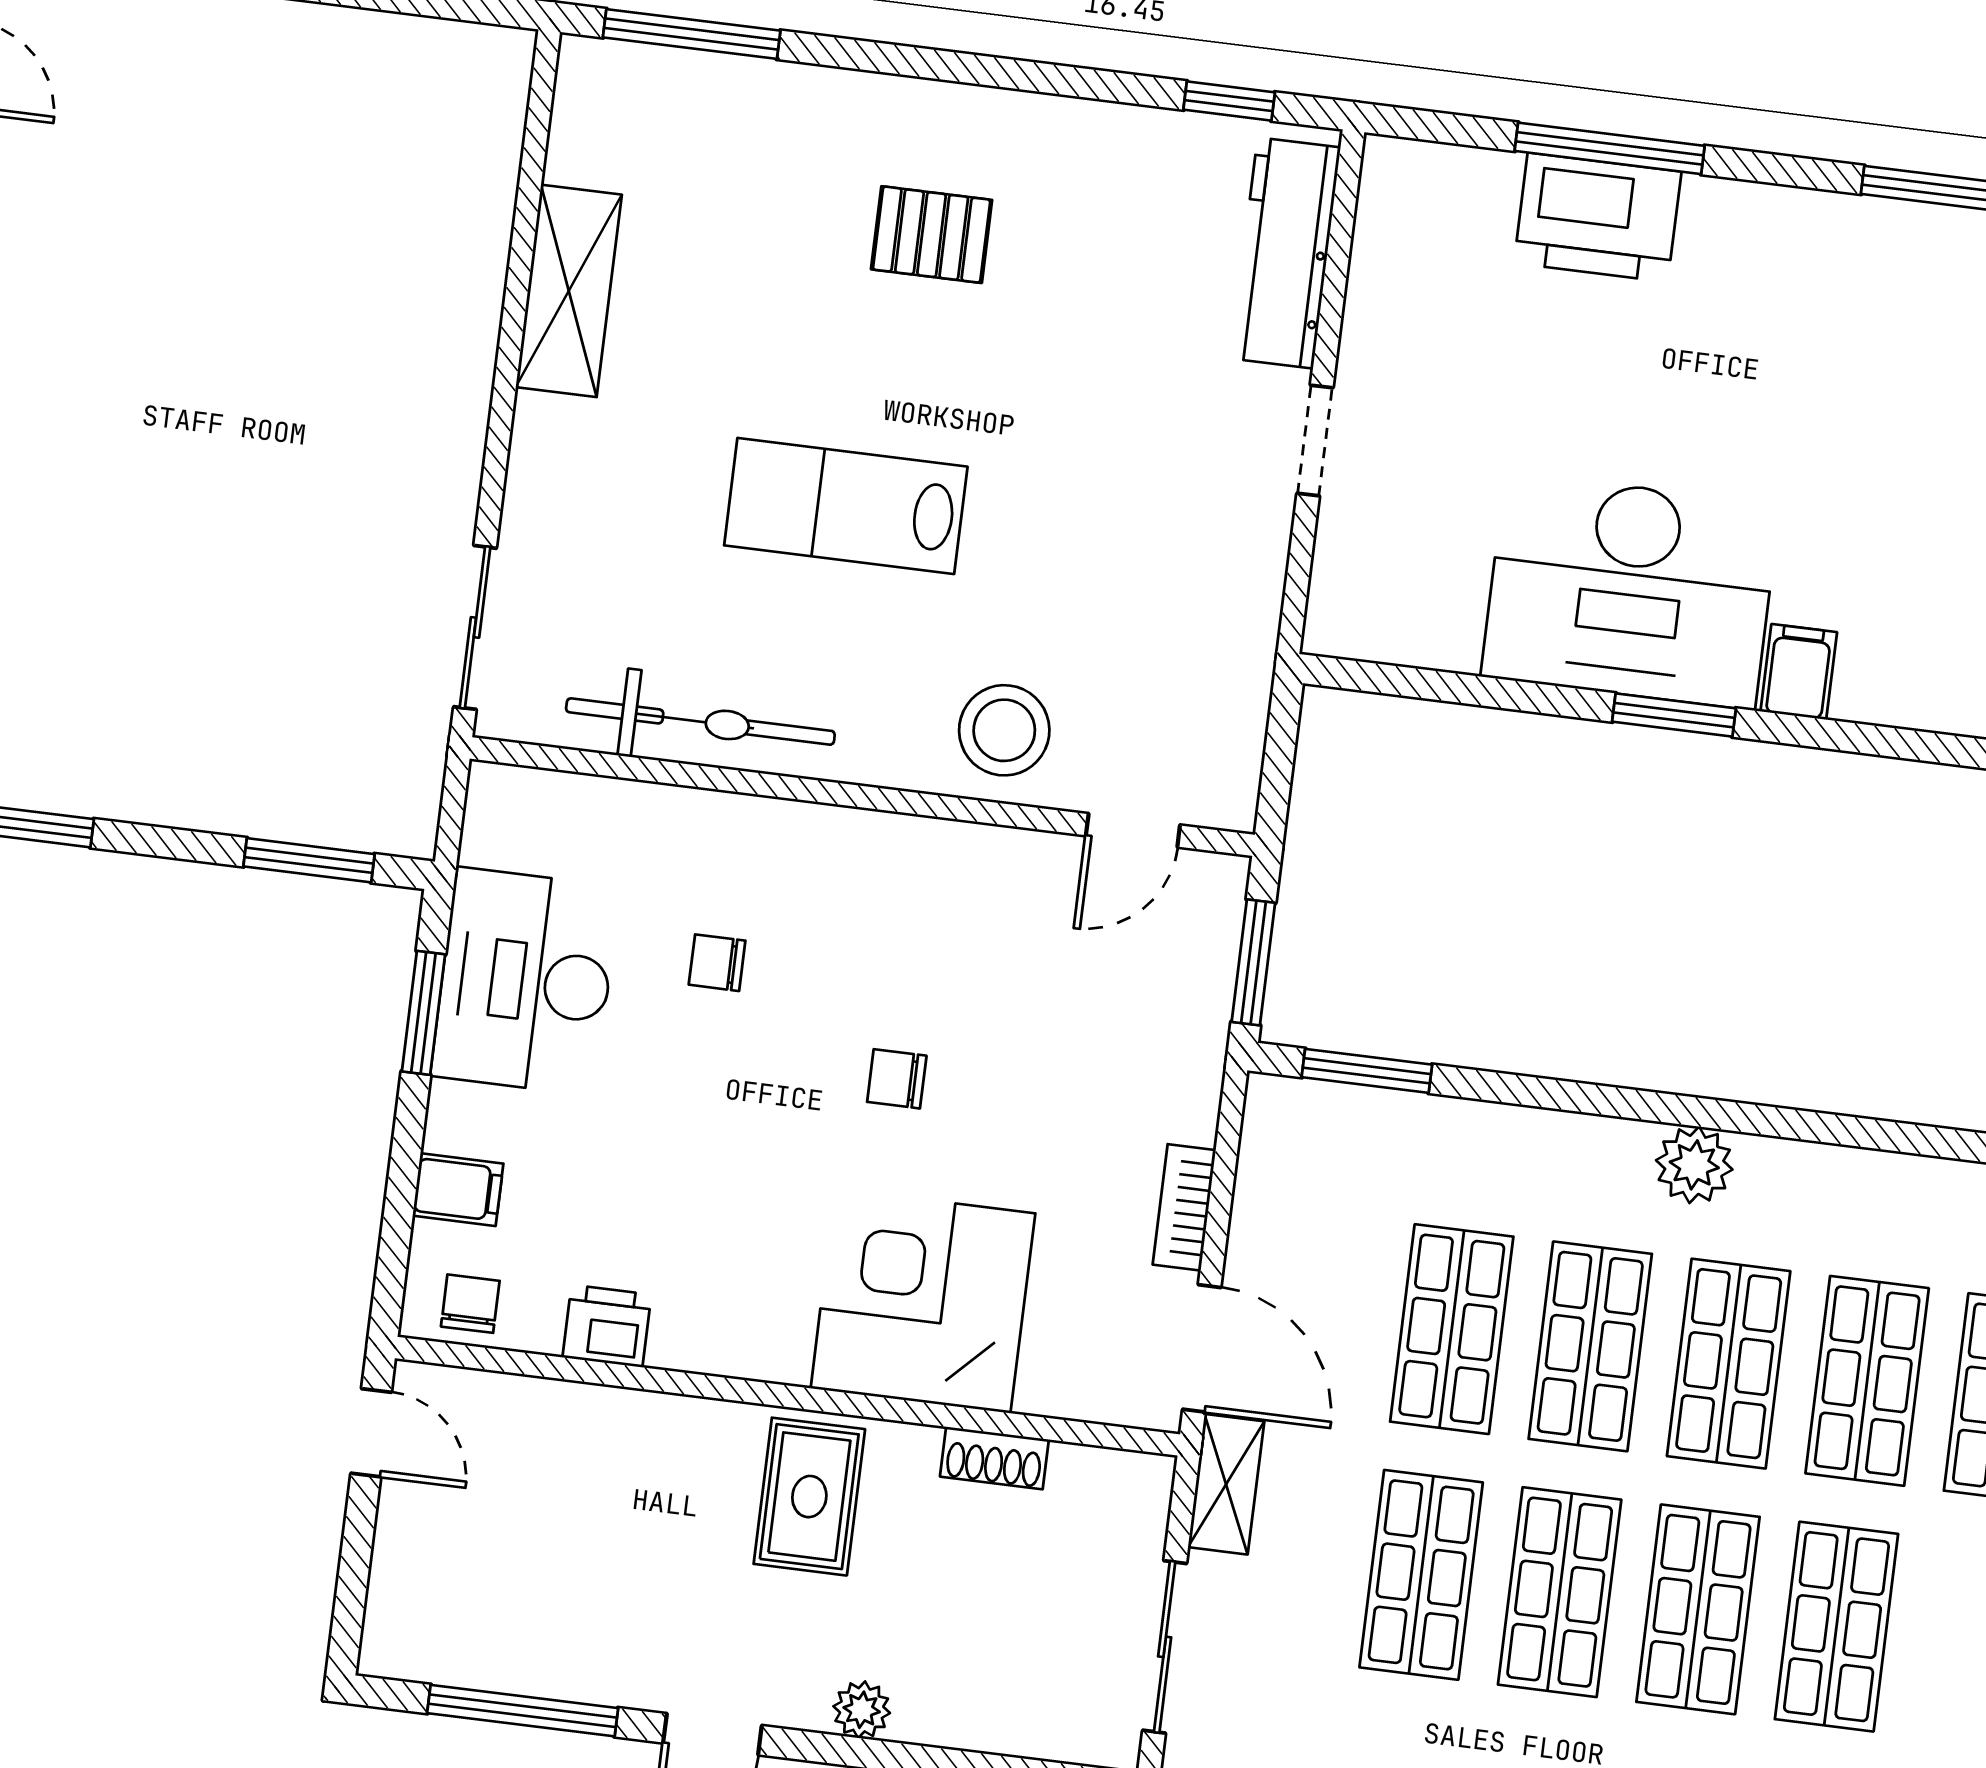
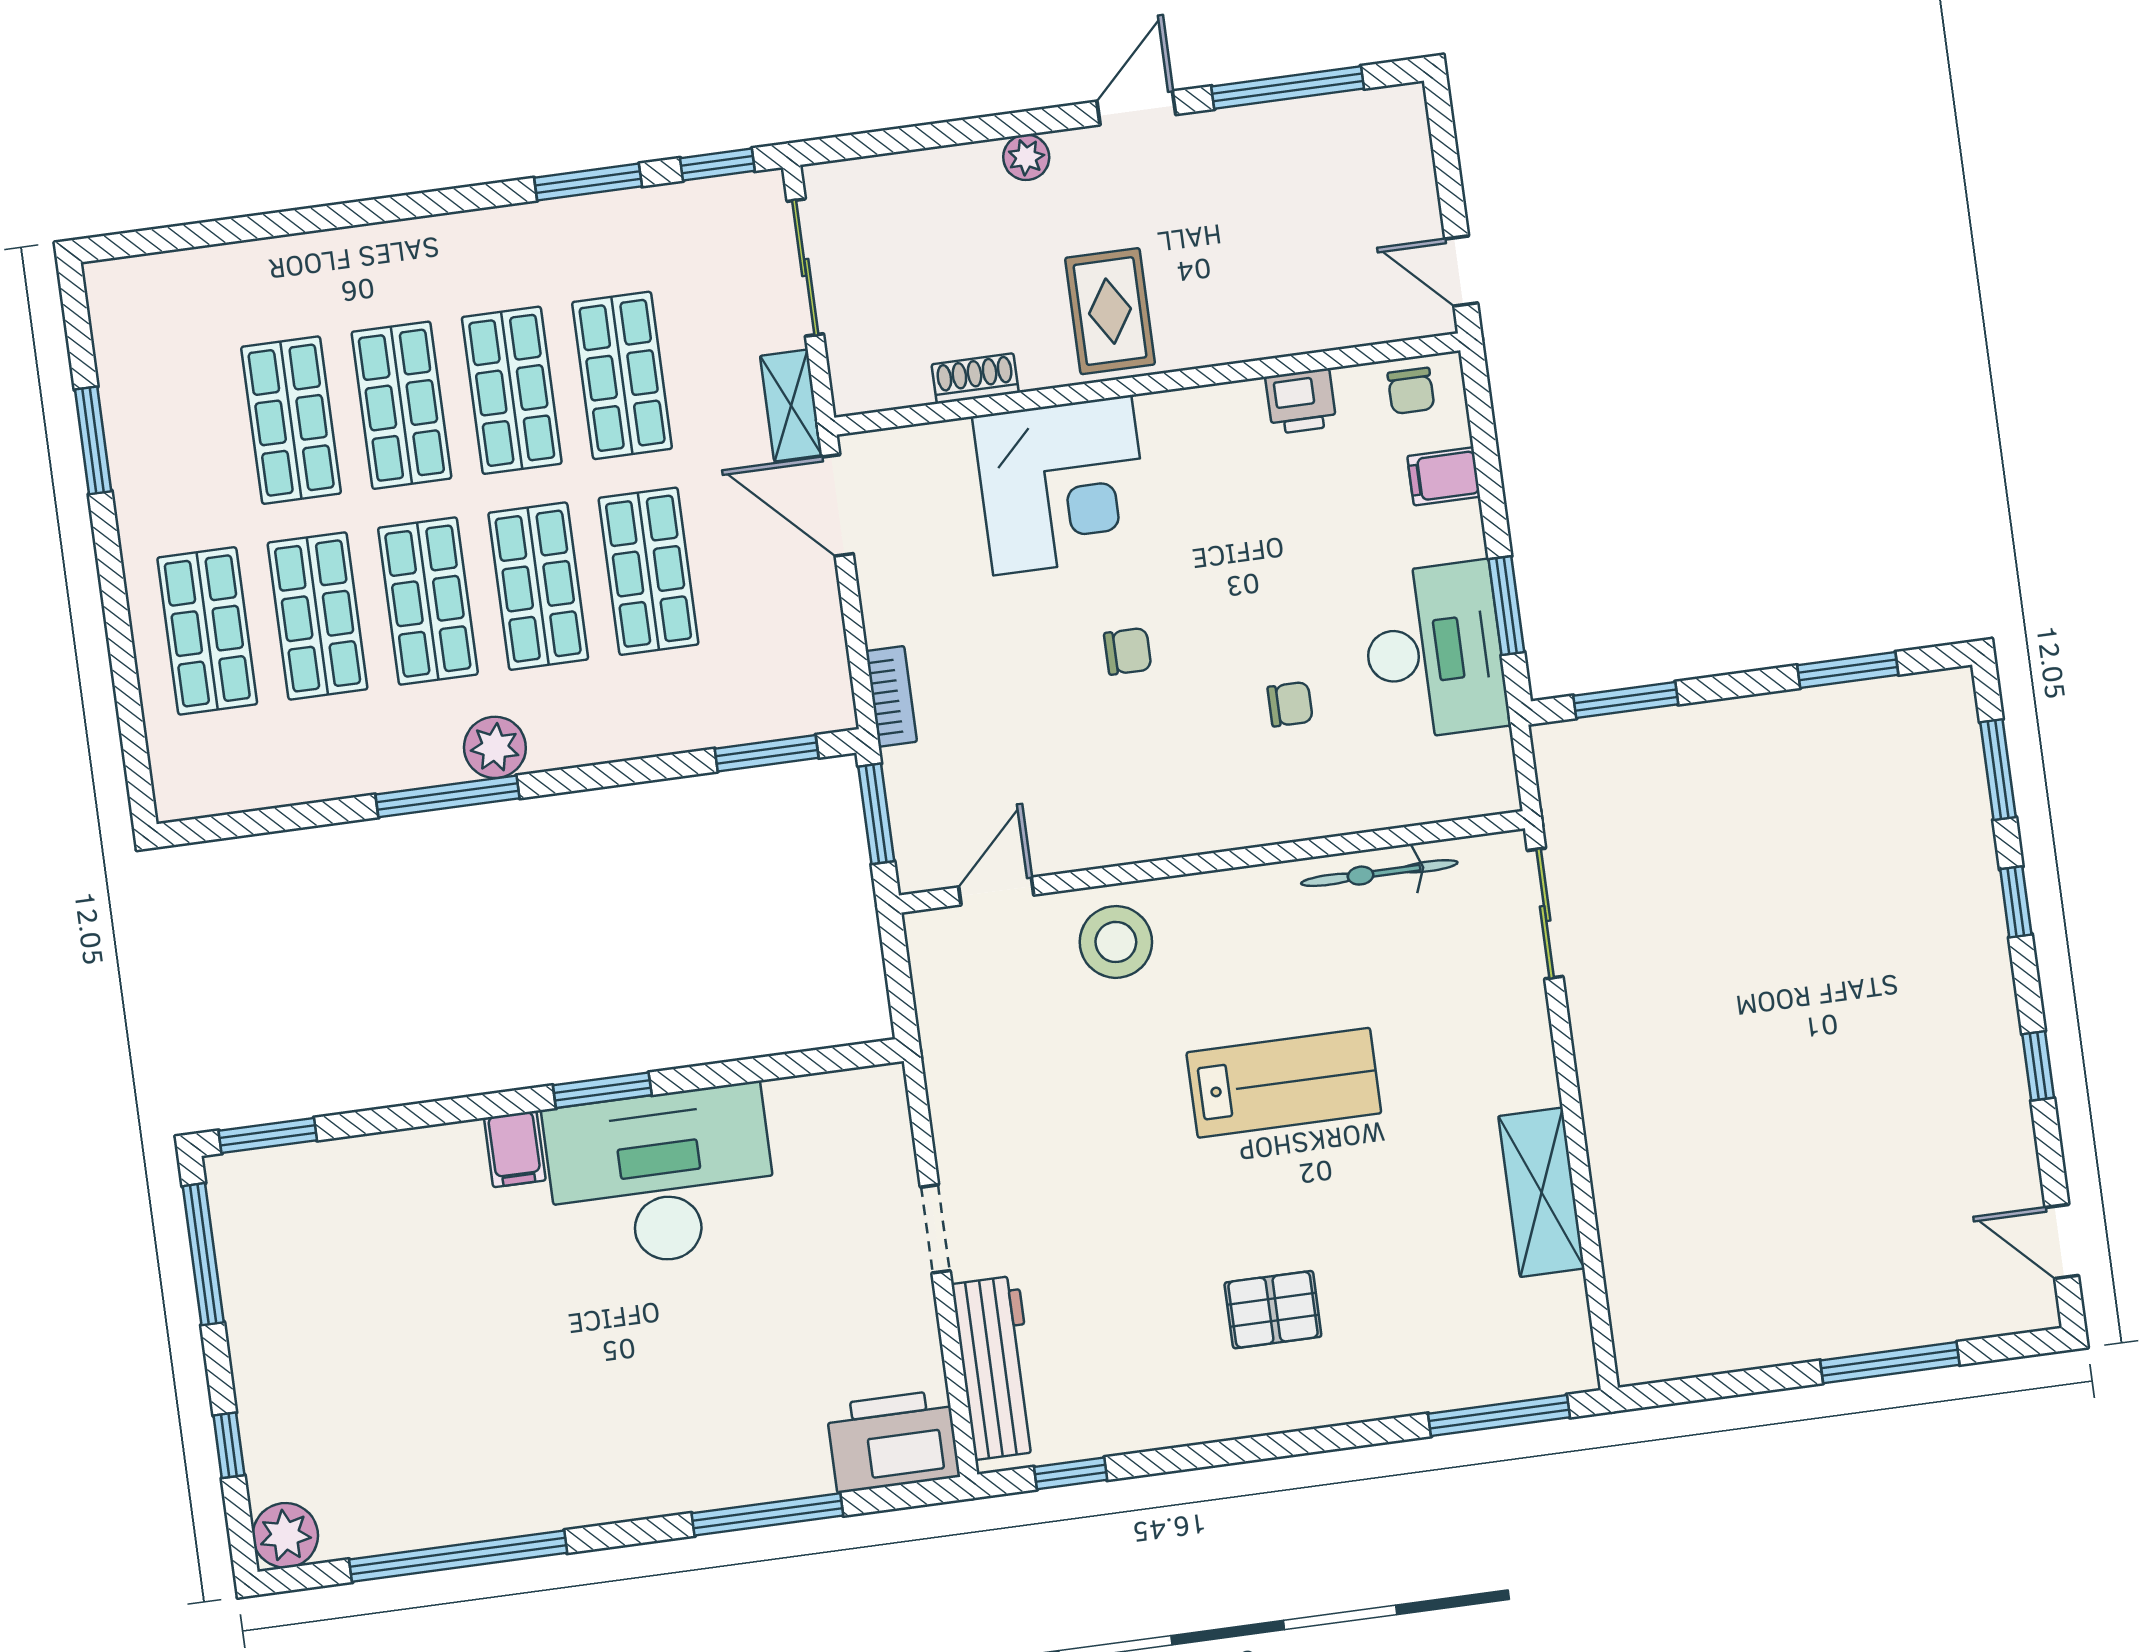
printer: (1598, 217) -> (893, 1441), moved
bicycle: (700, 722) -> (1379, 873), width x0.73, depth x0.71
window: (1767, 1121) -> (447, 796), added
bookcase: (1184, 1207) -> (891, 696), moved

